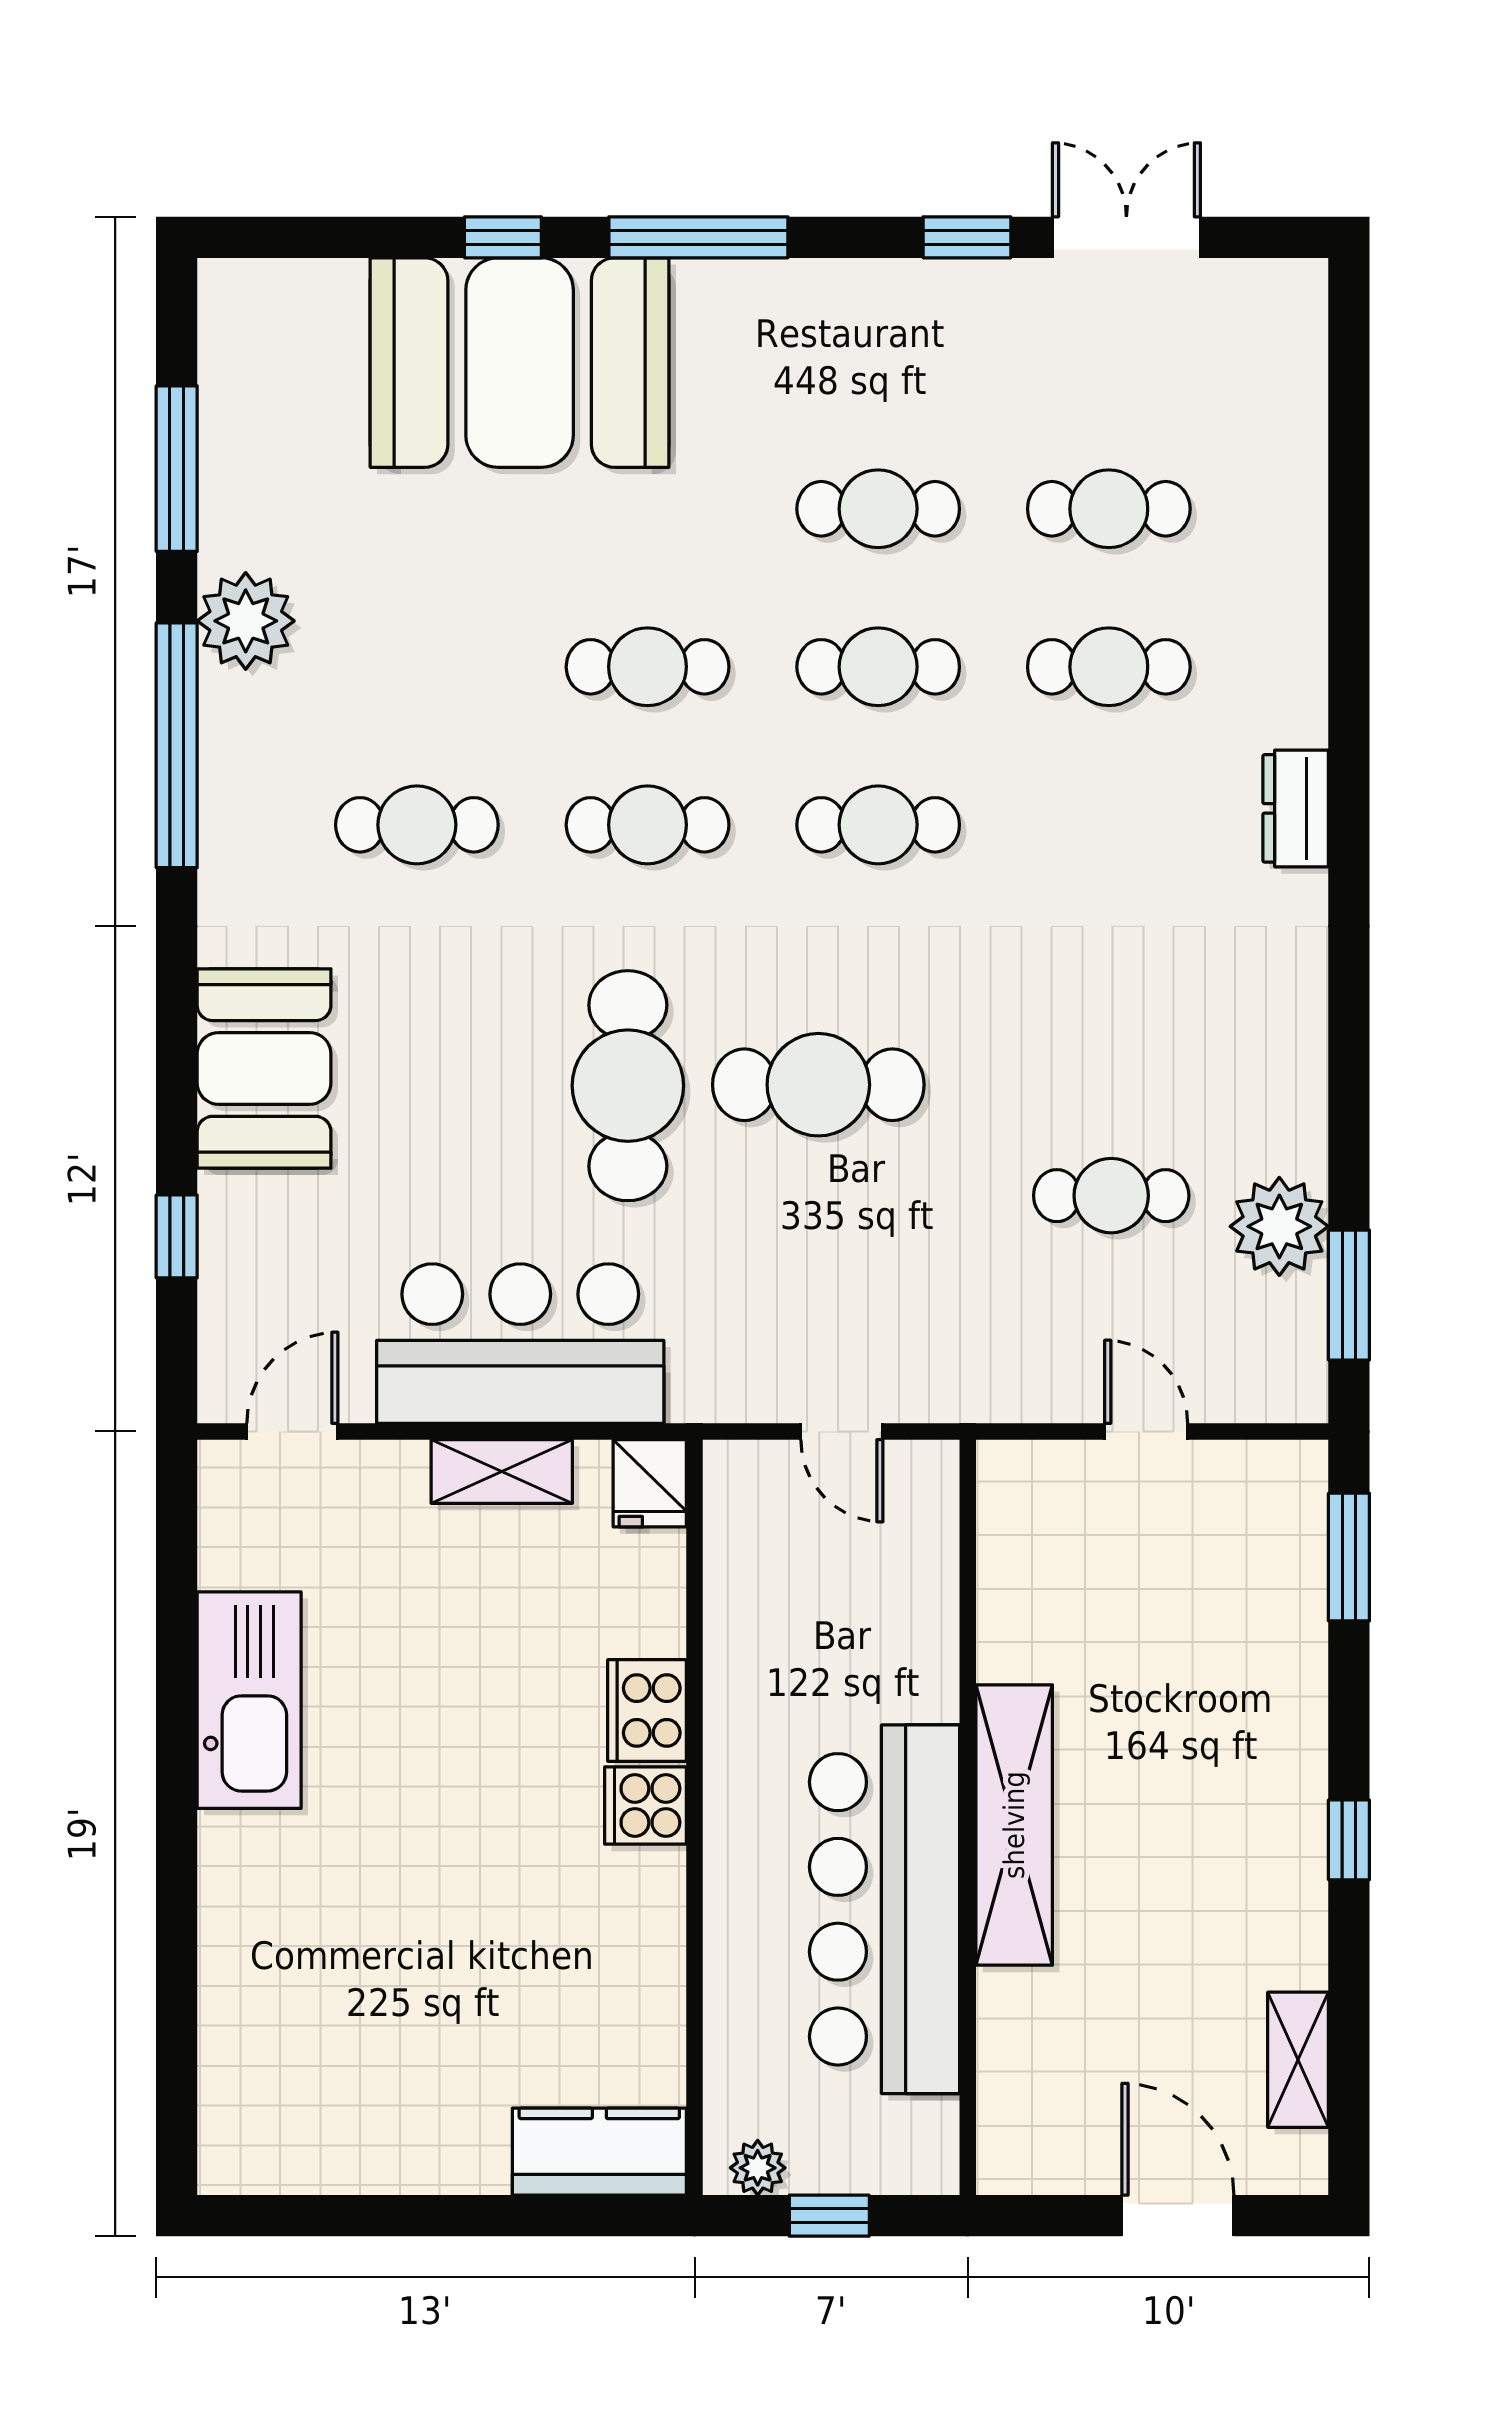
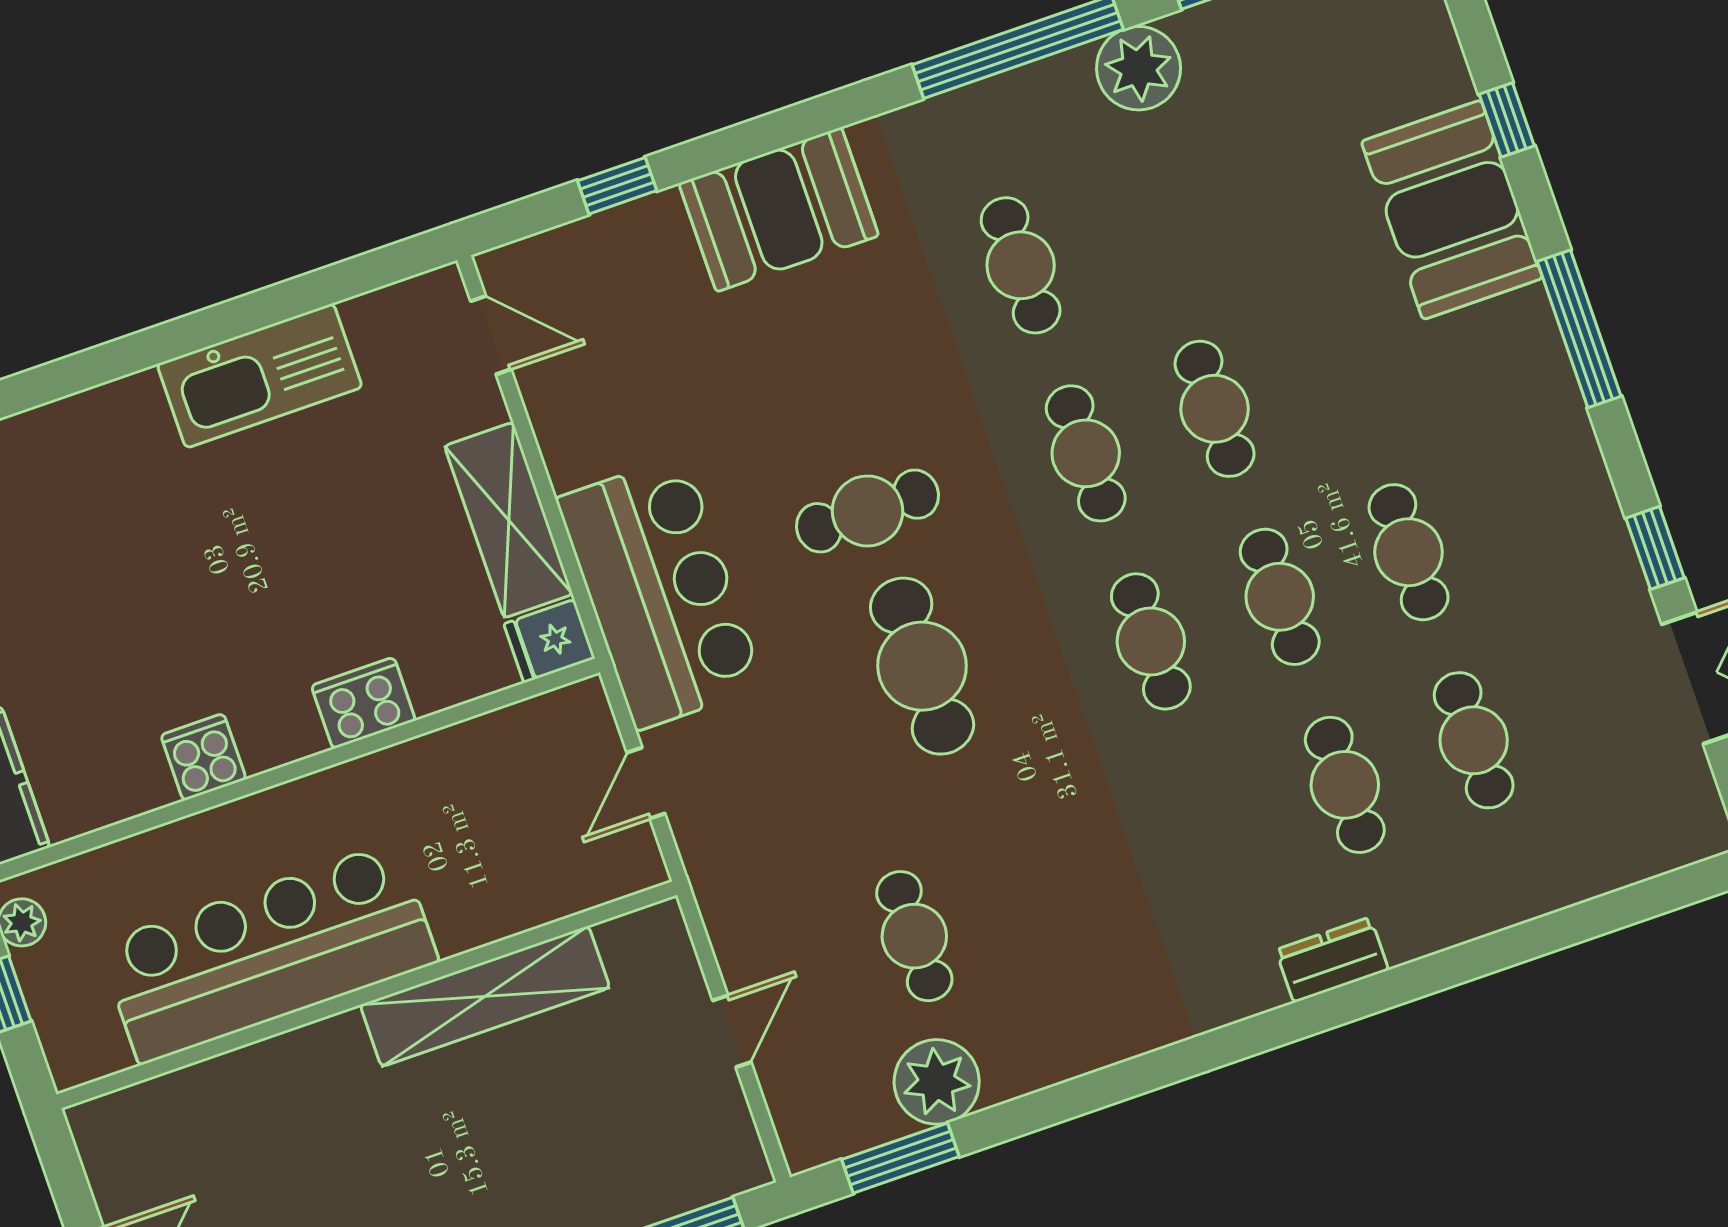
window: (503, 237) -> (1507, 120), moved
booth: (520, 363) -> (1452, 210), width x0.73, depth x0.70
dresser: (1296, 808) -> (1332, 960), moved
cafe table: (628, 1086) -> (867, 511), width x0.73, depth x0.74
bar counter: (520, 1344) -> (660, 593), moved
shelving: (502, 1471) -> (509, 520), width x1.50, depth x1.33
cooker: (646, 1805) -> (203, 757), moved
shelving: (1014, 1825) -> (485, 996), moved

